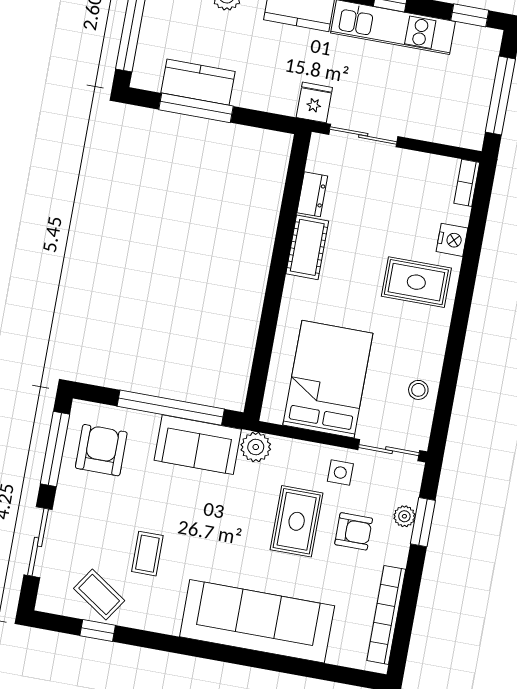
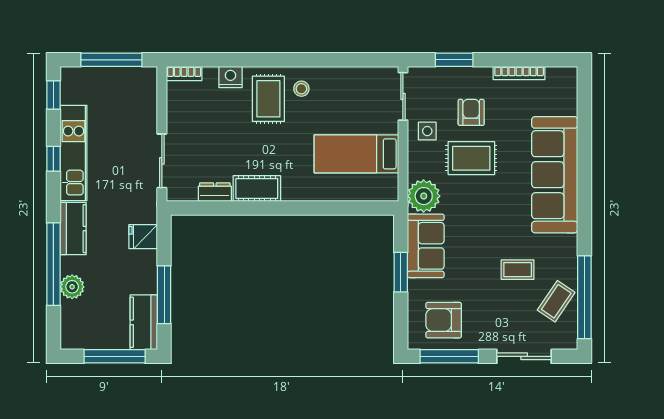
kitchen counter: (198, 82) -> (144, 322), moved
fridge: (314, 102) -> (143, 237), moved
bed: (328, 379) -> (356, 154), width x0.67
stool: (418, 390) -> (301, 89), moved
window: (171, 408) -> (401, 272), width x0.47
plant: (256, 447) -> (424, 196), width x1.36, depth x1.36
plant: (404, 516) -> (452, 75), removed
bookcase: (386, 615) -> (519, 73), width x0.68, depth x0.76
window: (98, 630) -> (584, 297), width x3.17

